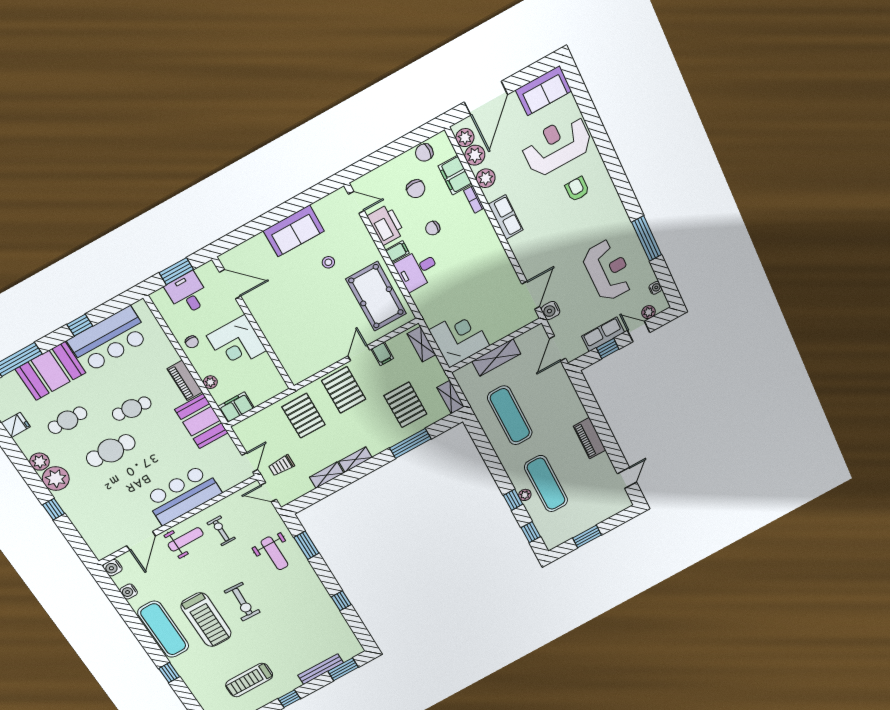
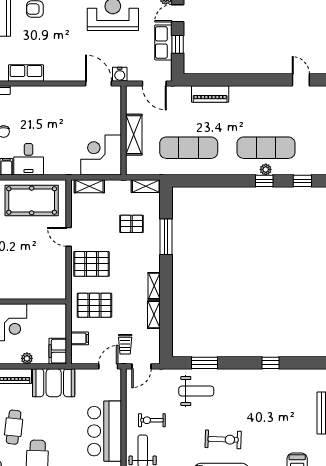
filing cabinet: (382, 354) -> (80, 338), moved
pallet: (405, 405) -> (131, 224), width x0.67, depth x0.71
piano: (590, 438) -> (210, 94), moved
door: (250, 462) -> (108, 366), hinge flipped

